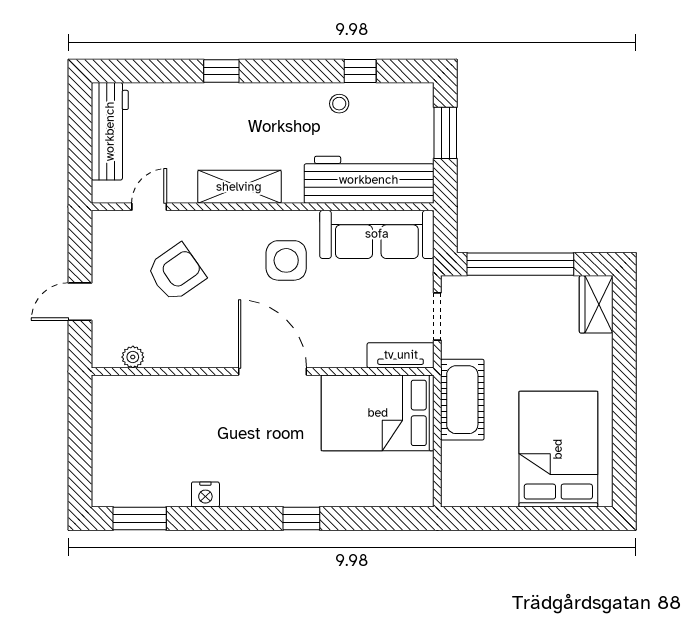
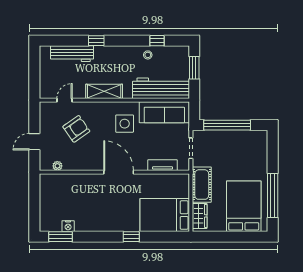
workbench: (110, 131) -> (72, 54), moved, turned 90
wardrobe: (596, 304) -> (200, 216), moved, turned 180
tv unit: (401, 355) -> (163, 165), moved
bed: (378, 413) -> (165, 215), moved
window: (624, 425) -> (273, 196), added
nightstand: (205, 495) -> (68, 226), moved

